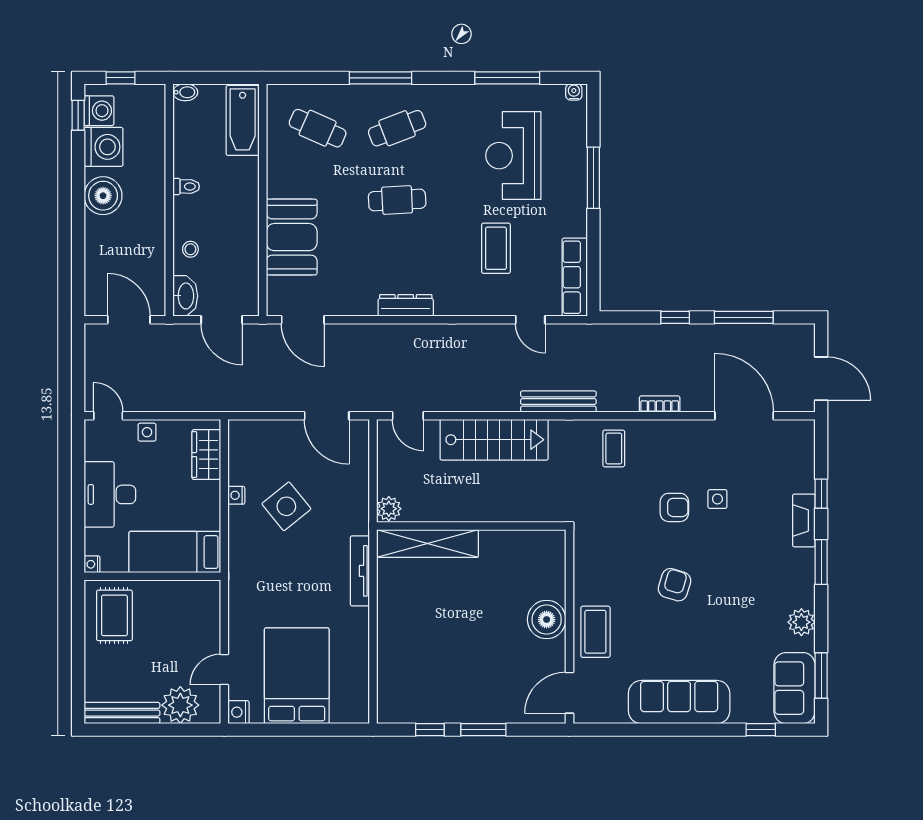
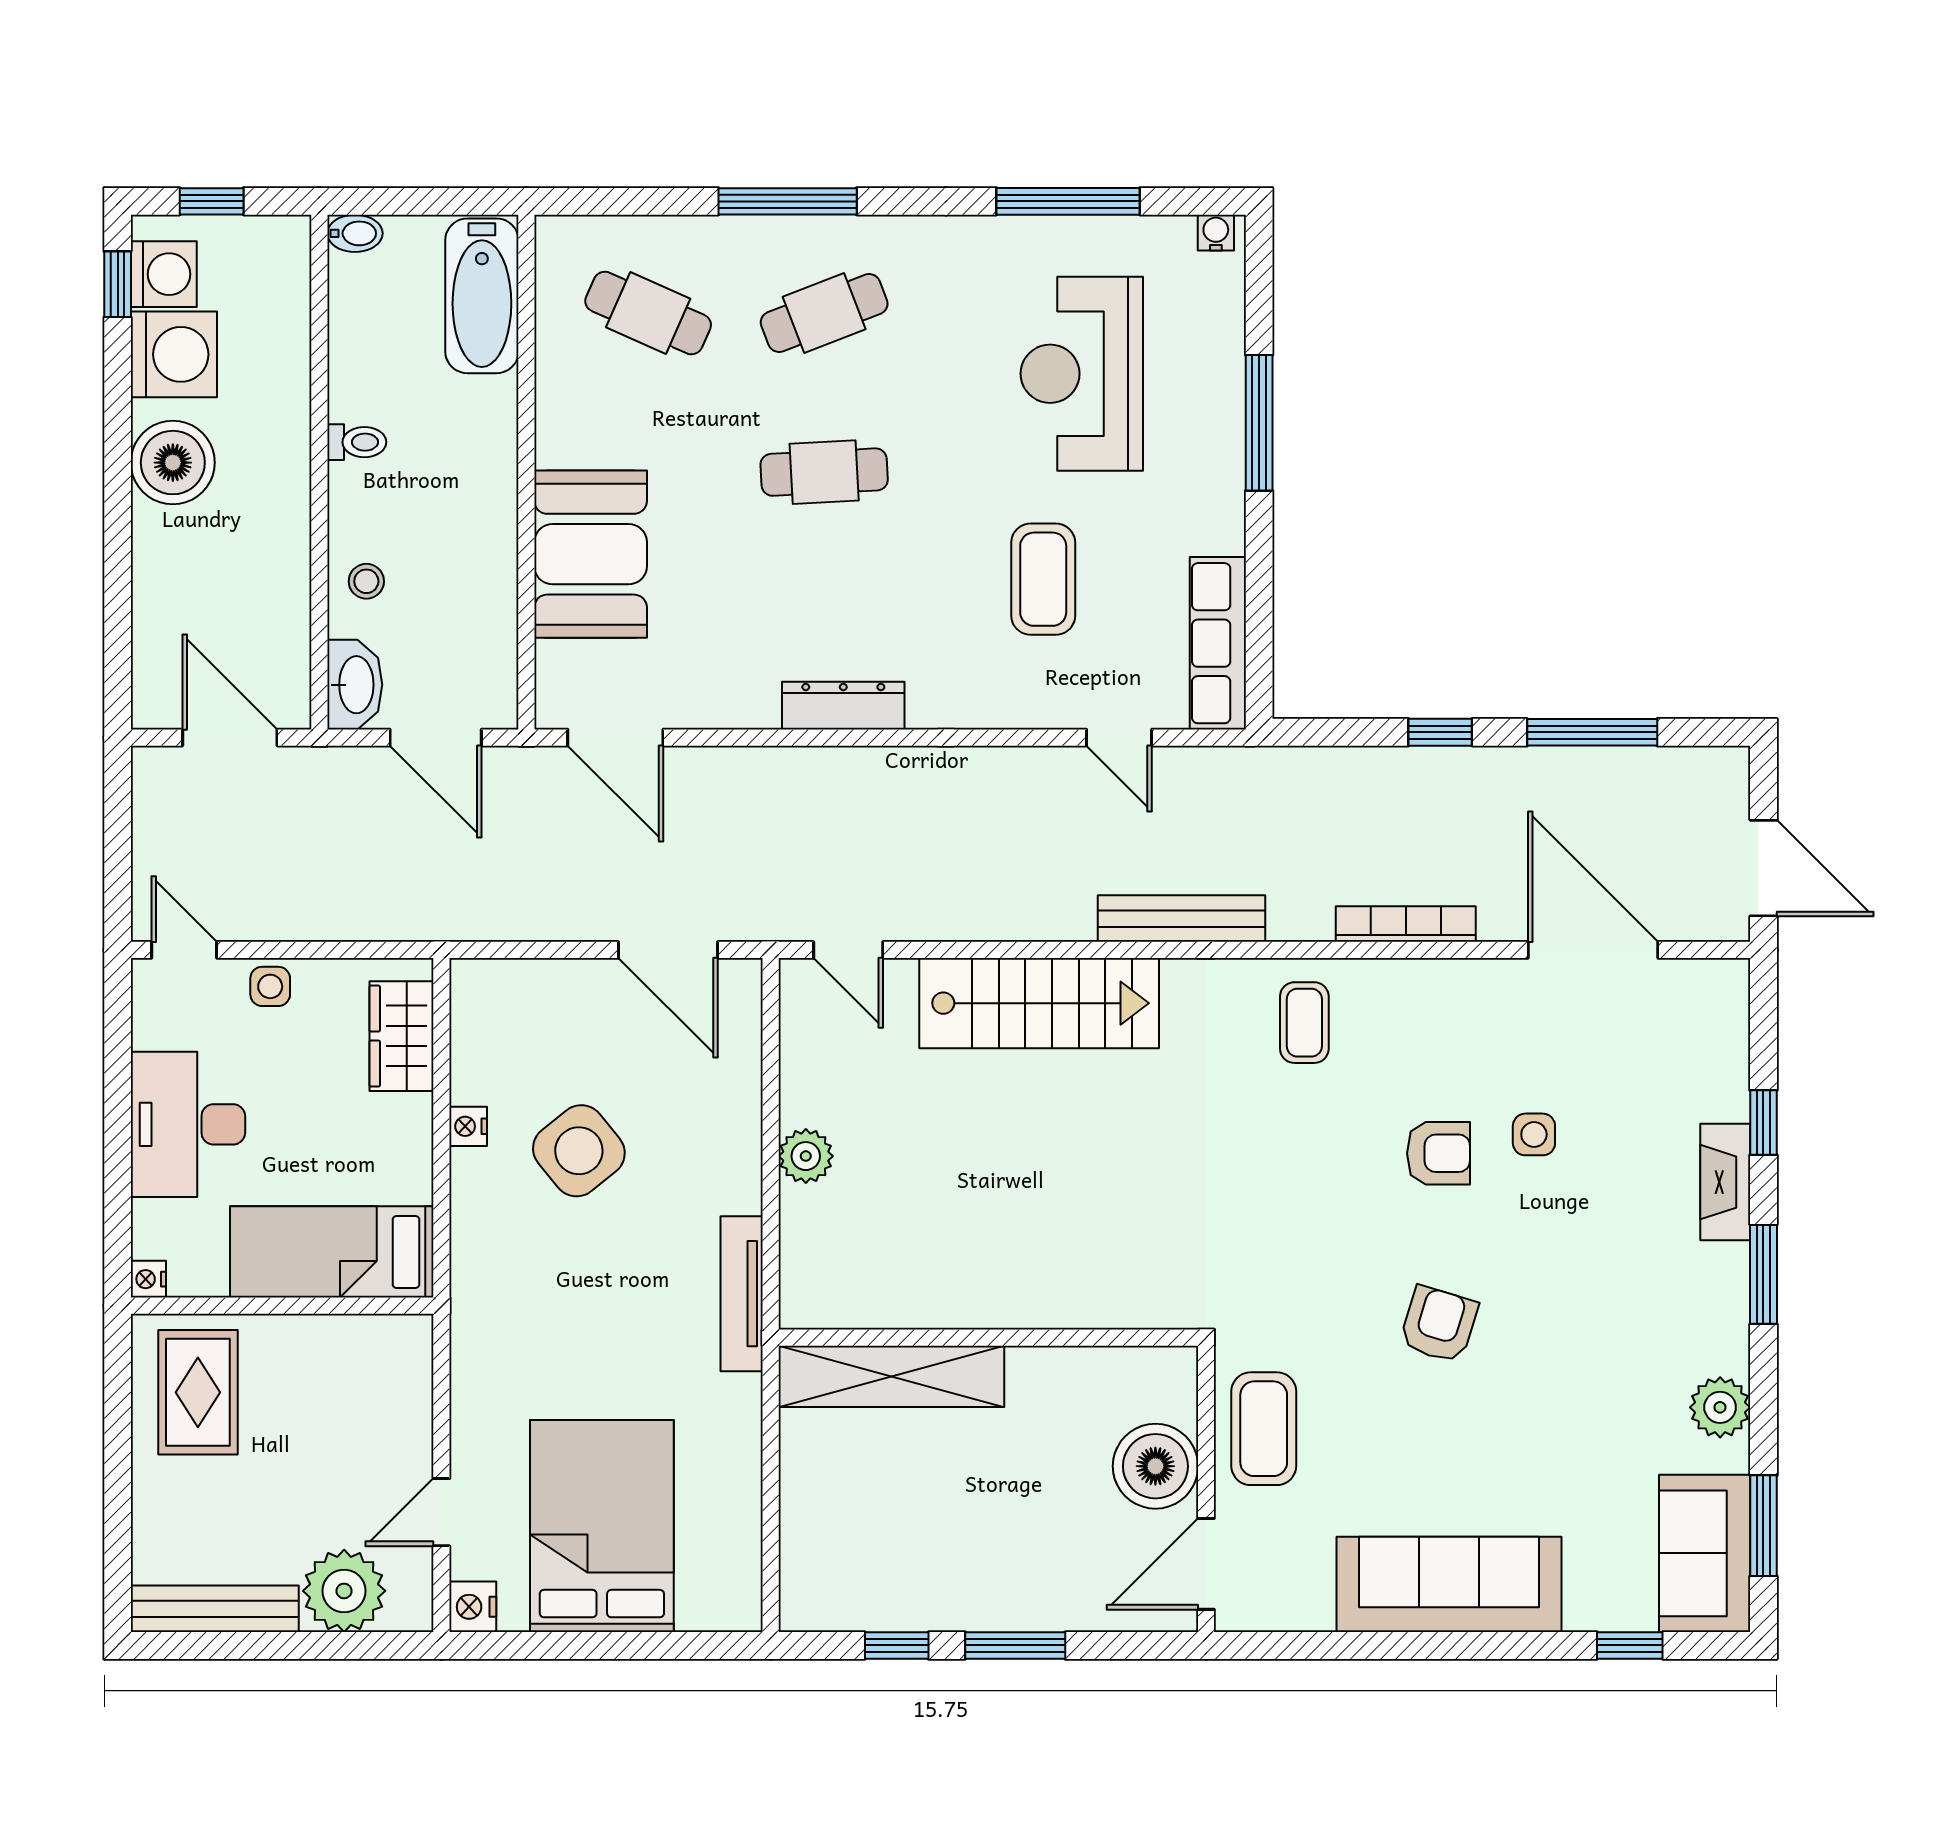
bookcase: (660, 404) -> (1406, 924), width x1.56
wall: (471, 526) -> (988, 1338), moved
shelving: (427, 543) -> (891, 1376), moved
boiler: (547, 620) -> (1155, 1466), moved

